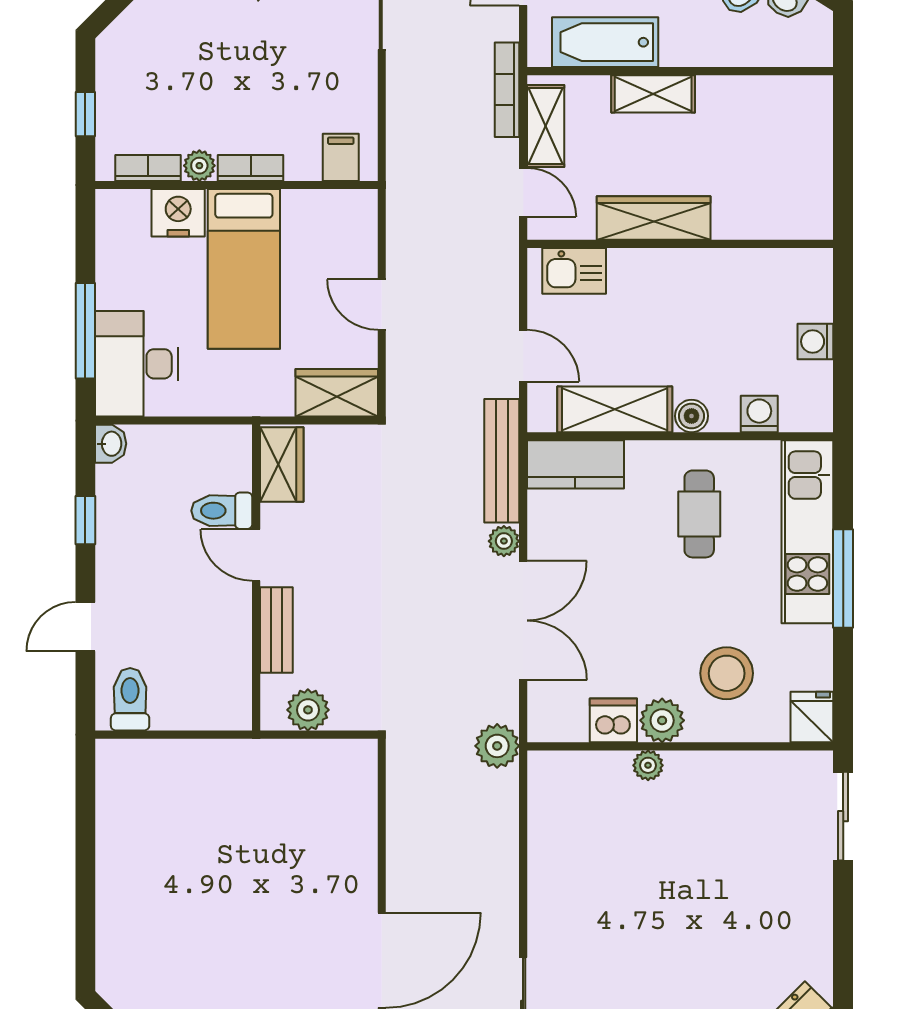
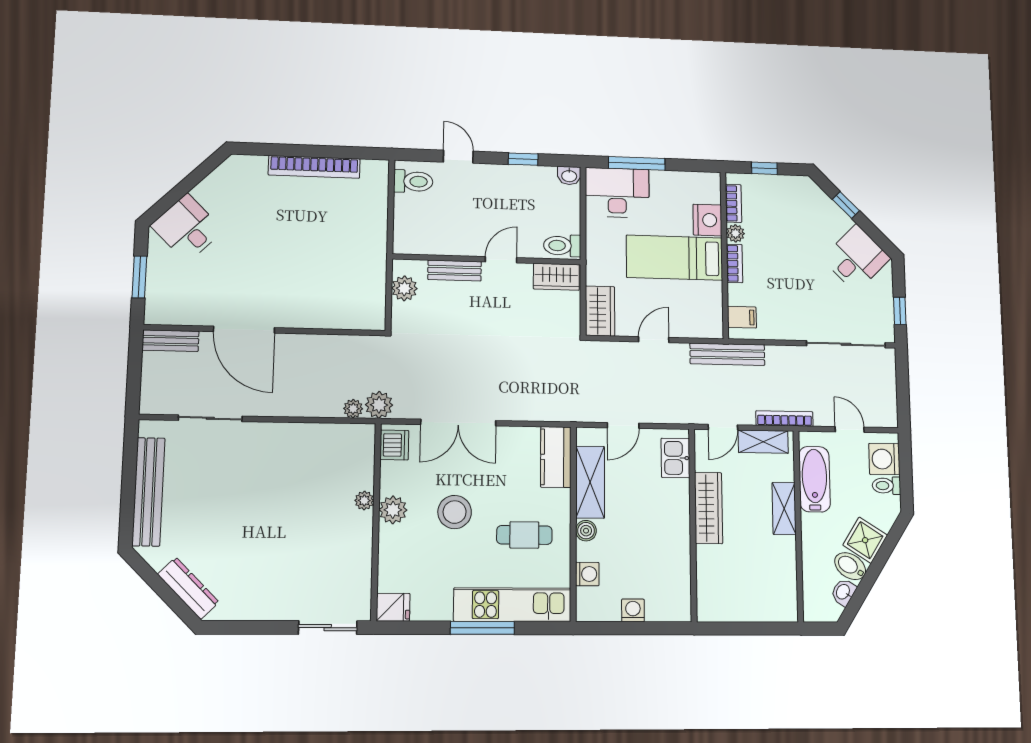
bench: (502, 461) -> (727, 354), moved
toilet: (222, 511) -> (562, 246), moved, turned -90
plant: (504, 541) -> (353, 409), moved
stool: (727, 673) -> (455, 512), moved
dishwasher: (613, 720) -> (394, 445), moved
bookcase: (112, 859) -> (314, 167), added

